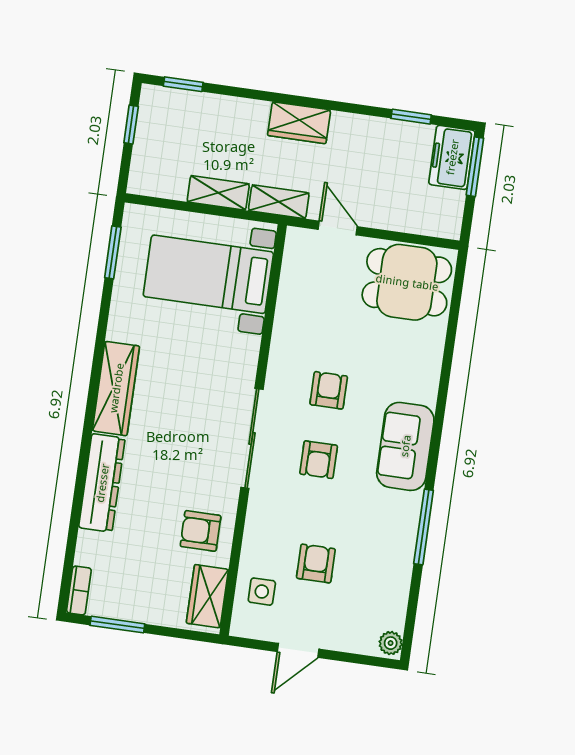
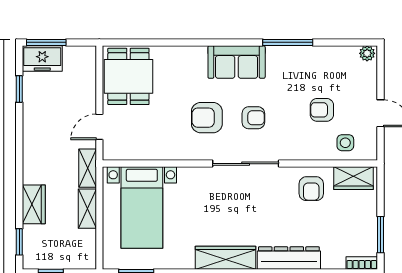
wardrobe: (299, 123) -> (34, 204), moved
armchair: (329, 390) -> (207, 118), width x1.38, depth x1.38

